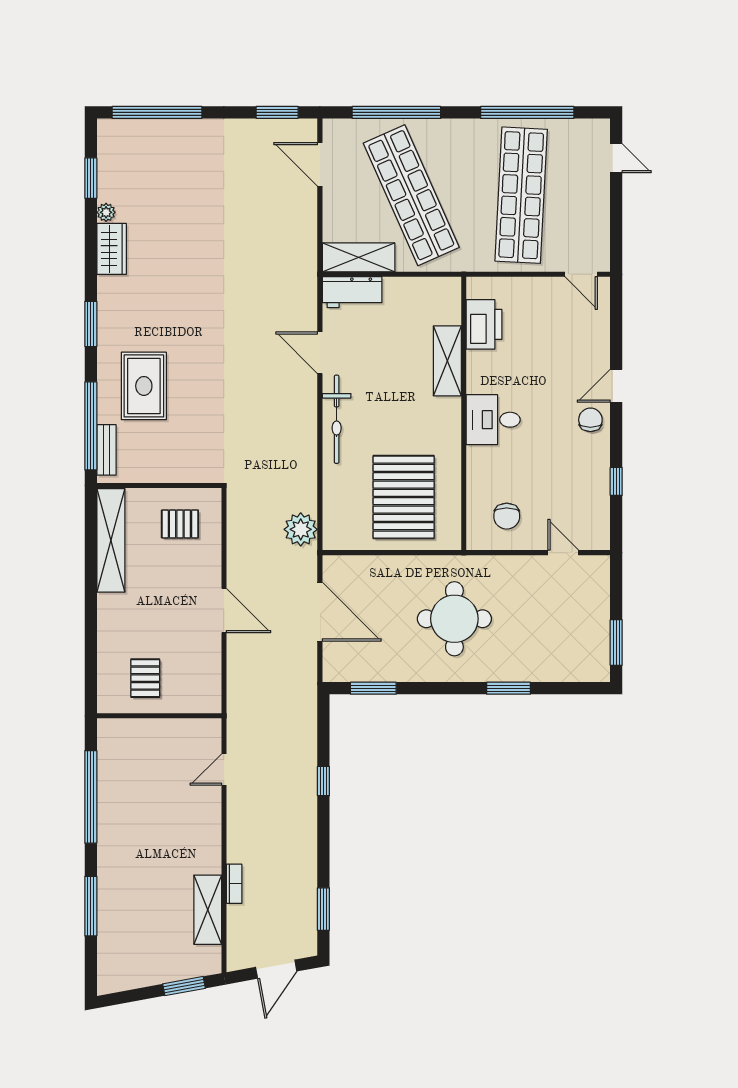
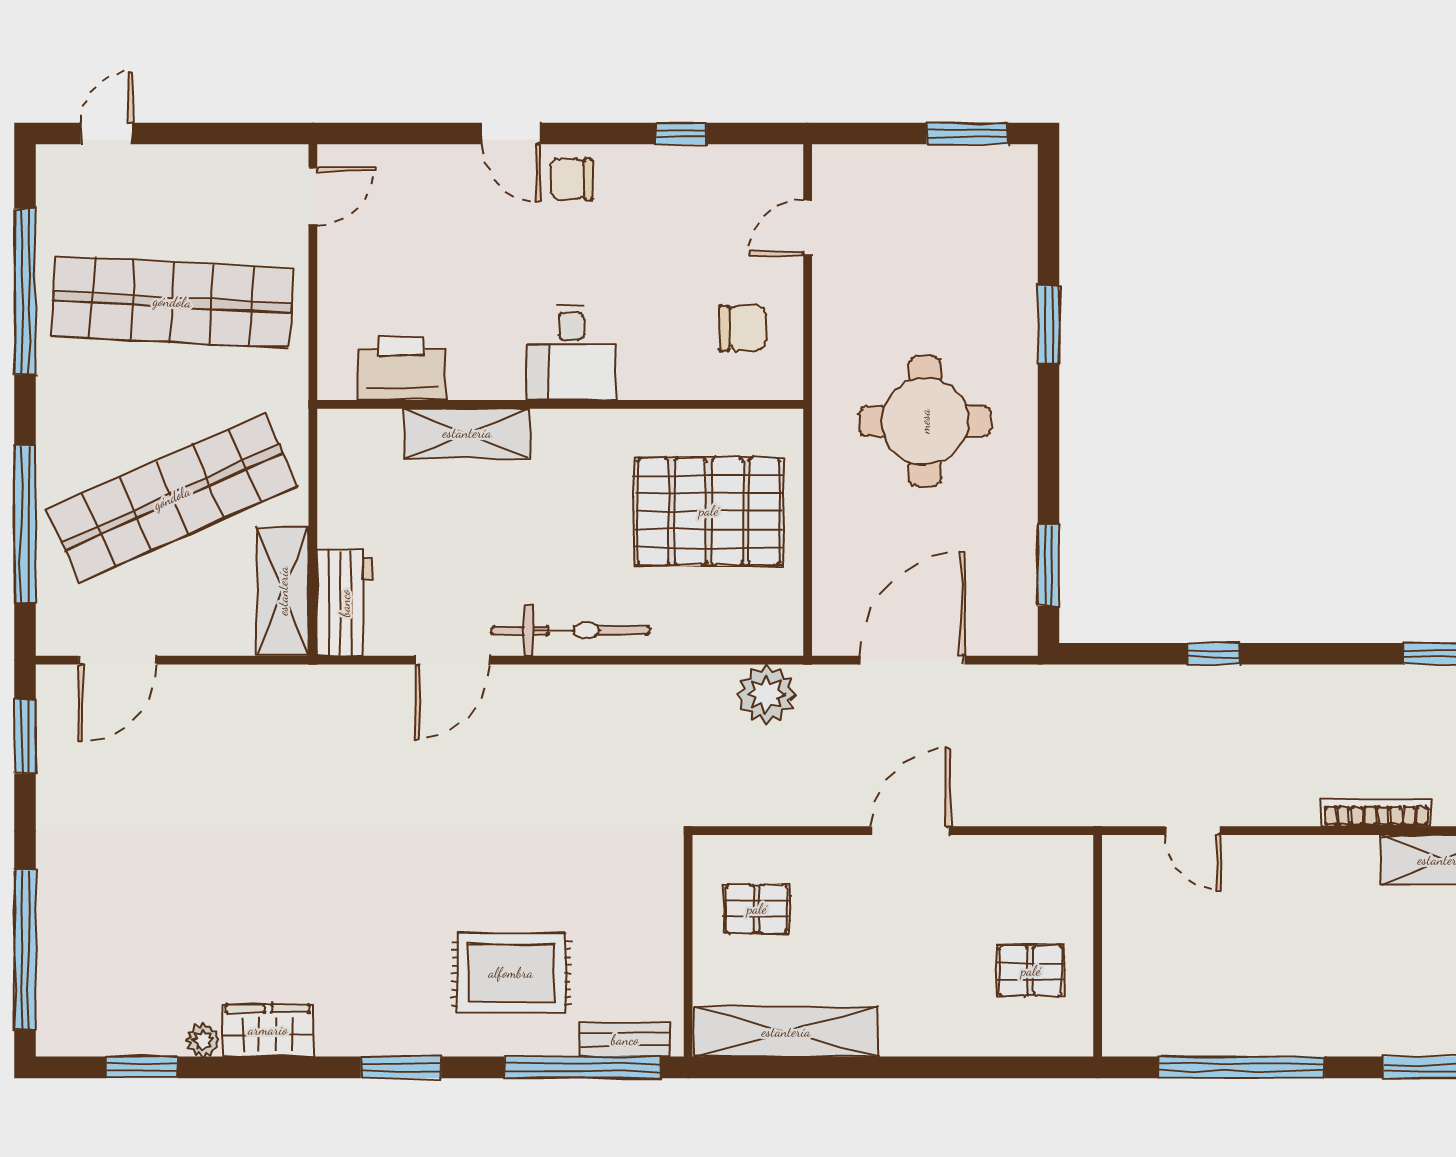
pallet: (180, 524) -> (757, 909), turned 90
bookcase: (234, 884) -> (1377, 813), width x1.56

